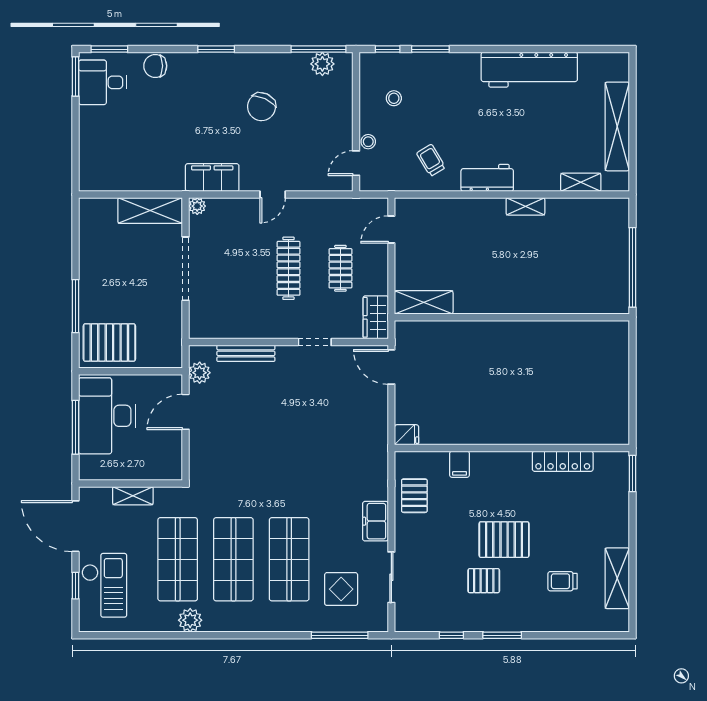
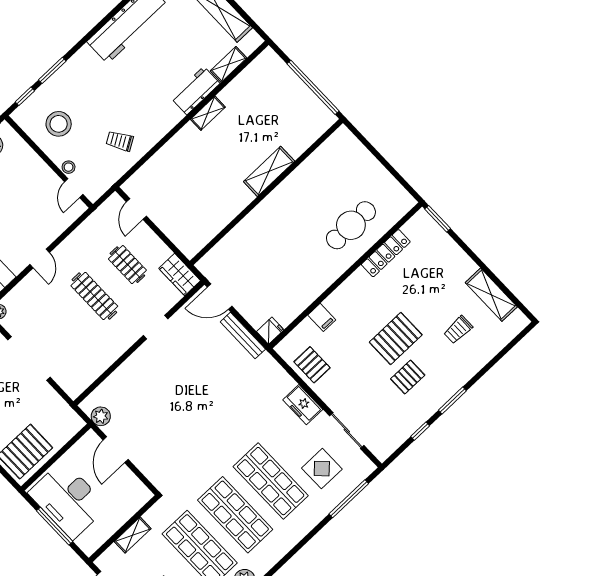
stool: (394, 98) -> (59, 124), width x1.89, depth x1.89
workbench: (487, 178) -> (195, 91), moved
shelving: (424, 302) -> (269, 171), moved
bench: (246, 353) -> (243, 336), moved, turned 90
cafe table: (556, 411) -> (351, 225), added

